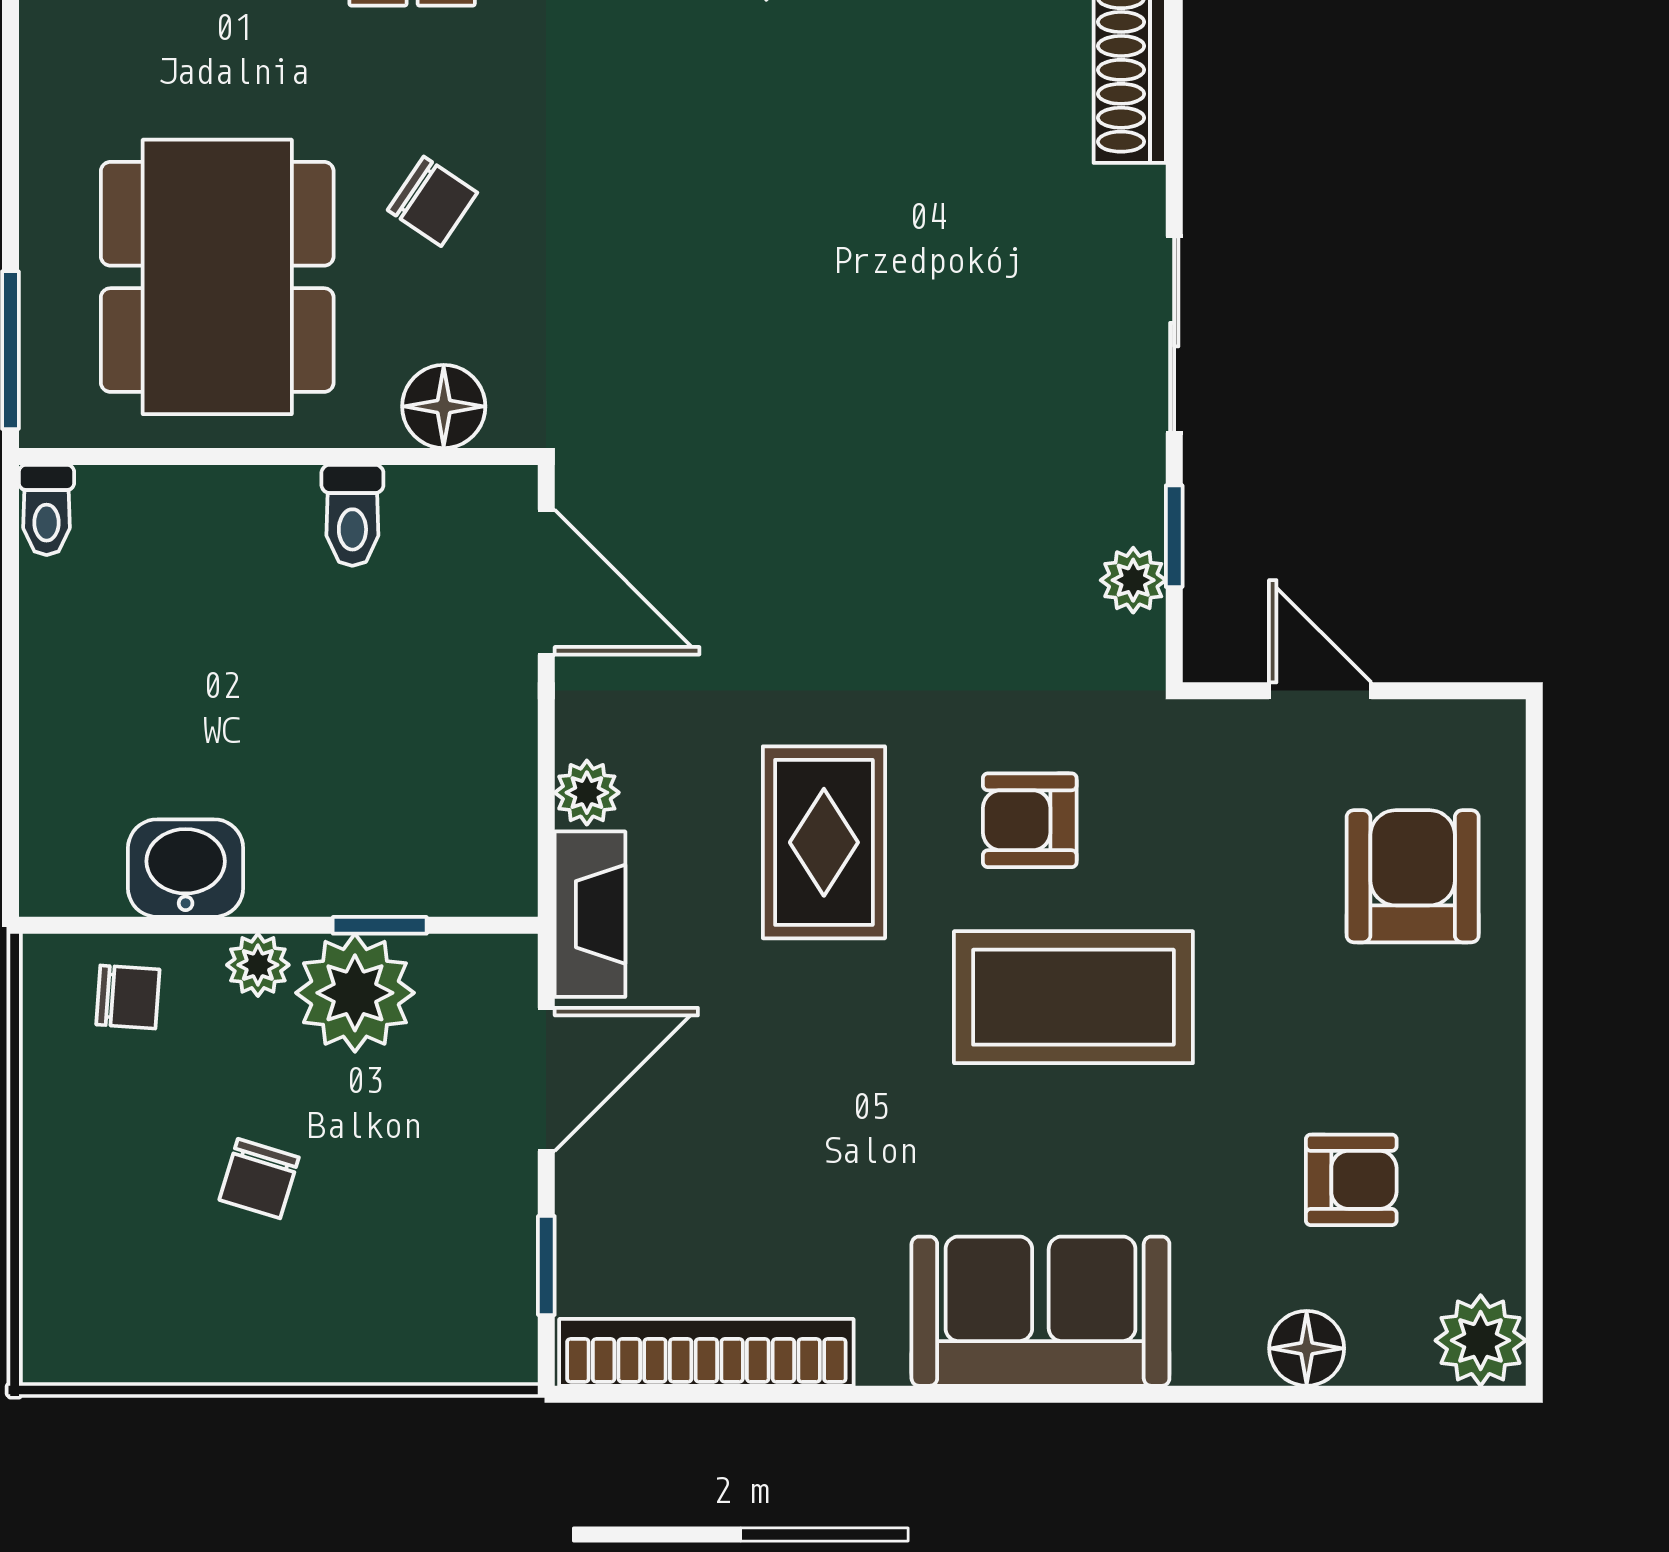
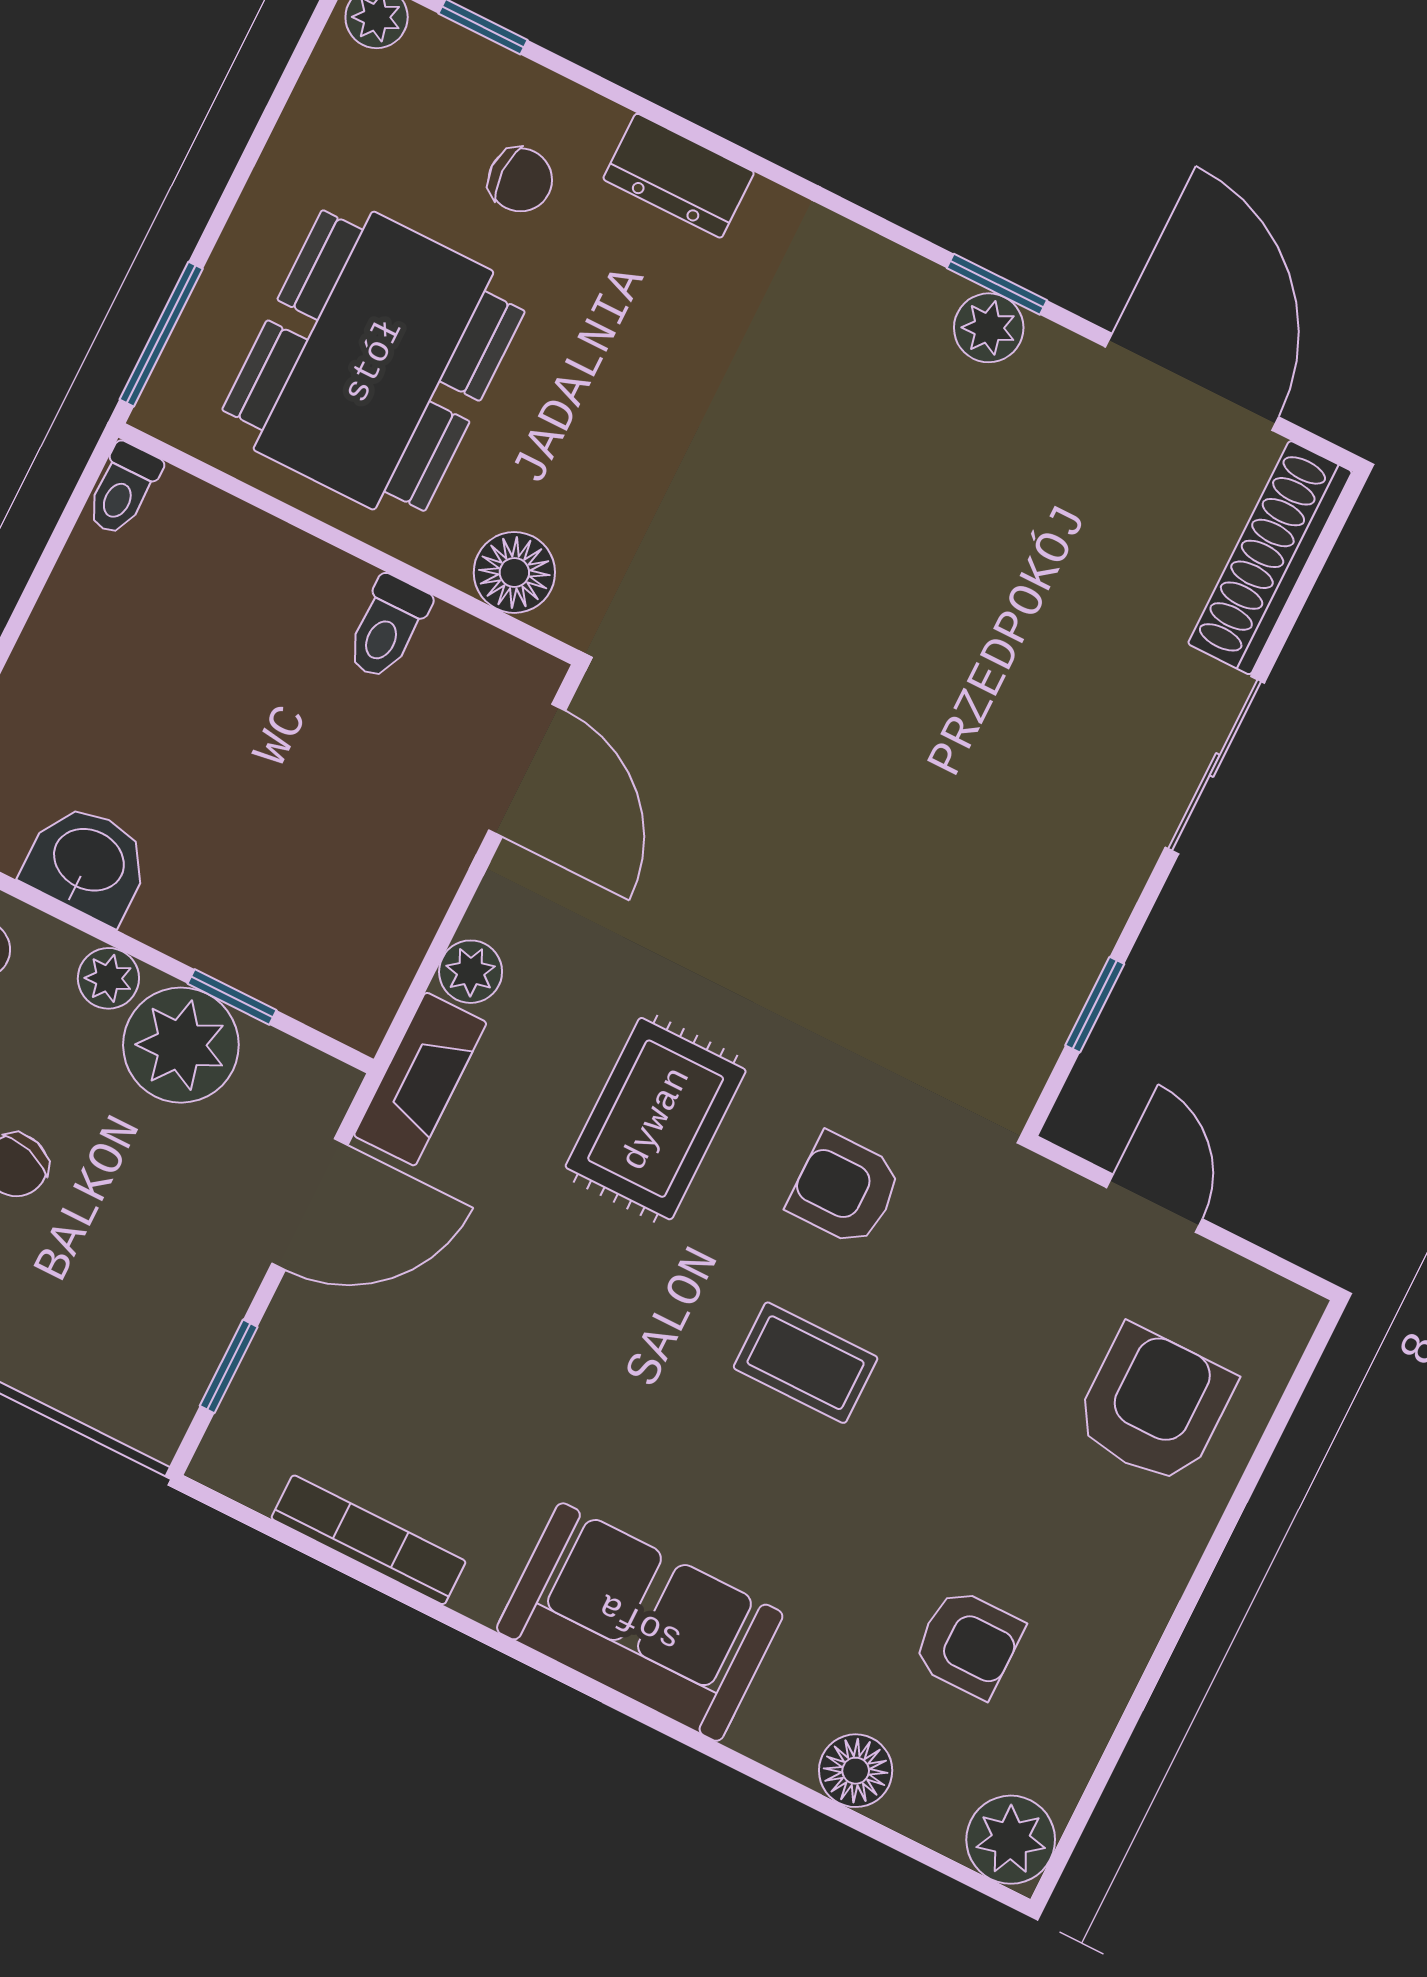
chair: (432, 201) -> (520, 180), moved, turned -34
sliding door: (1174, 335) -> (1215, 765), moved
plant: (1133, 580) -> (1040, 1025), removed
coffee table: (1073, 997) -> (806, 1363), width x0.54, depth x0.58
bookcase: (706, 1352) -> (369, 1540), width x0.68, depth x0.76

